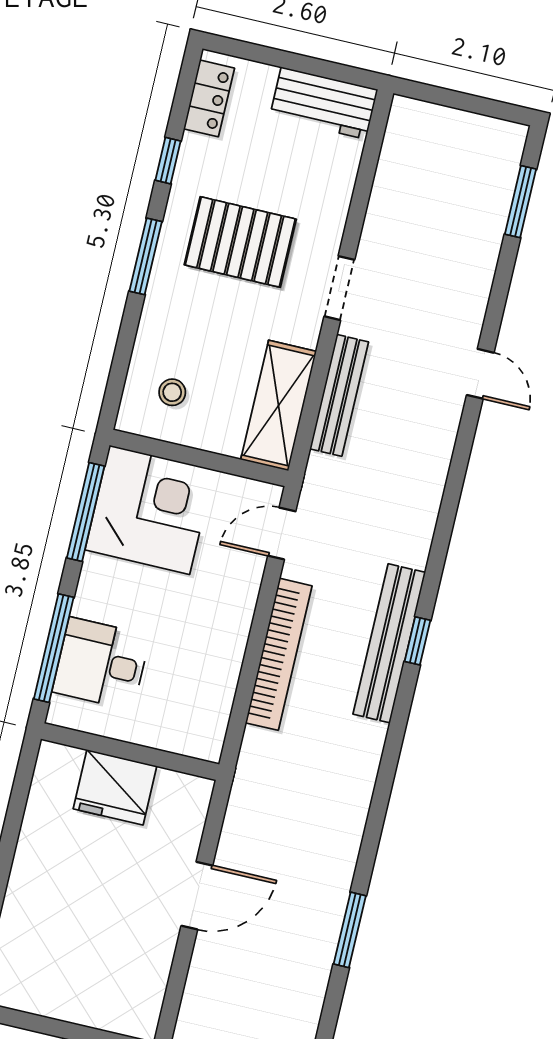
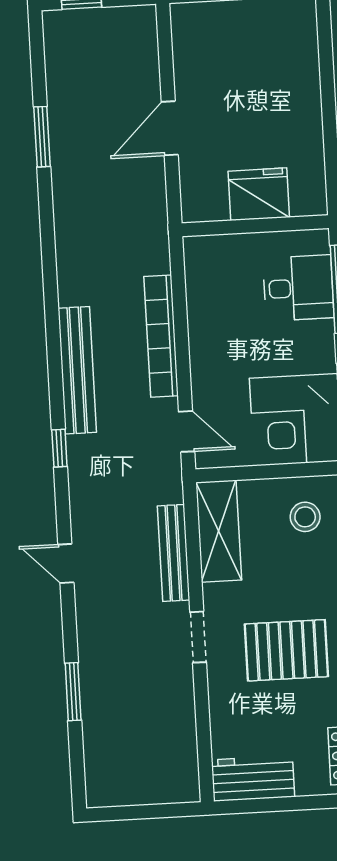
window: (521, 202) -> (73, 692), moved
door: (480, 374) -> (66, 563), moved
stool: (172, 392) -> (305, 517), width x1.37, depth x1.37
door: (282, 534) -> (187, 431), hinge flipped
window: (418, 641) -> (59, 448), moved

